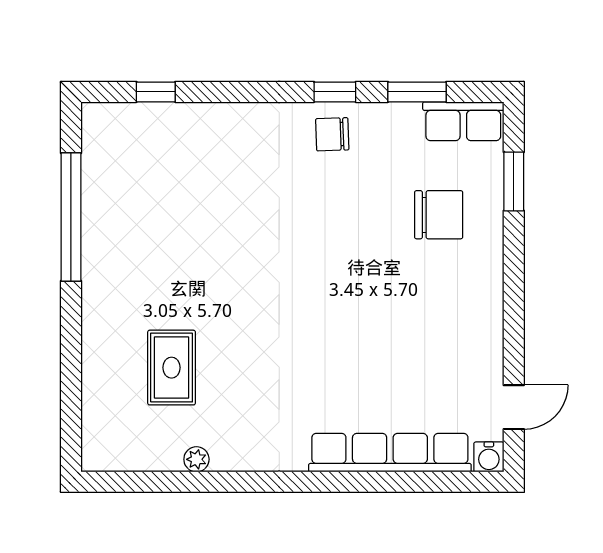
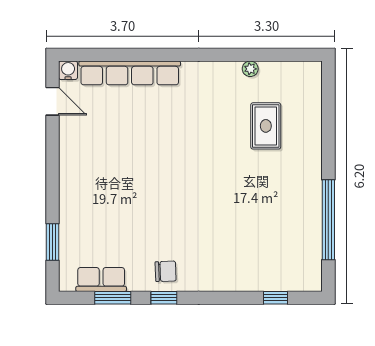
row of seats: (463, 121) -> (101, 279), moved
chair: (439, 215) -> (99, 221), removed
door: (514, 407) -> (53, 101), swing flipped

